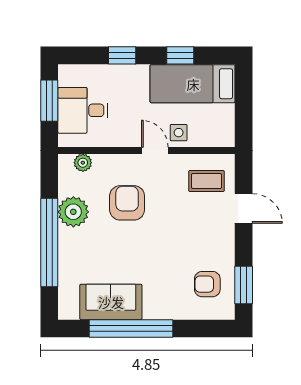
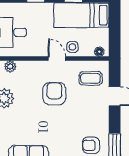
floor lamp: (220, 140) -> (99, 52), added
armchair: (127, 203) -> (54, 94), moved

